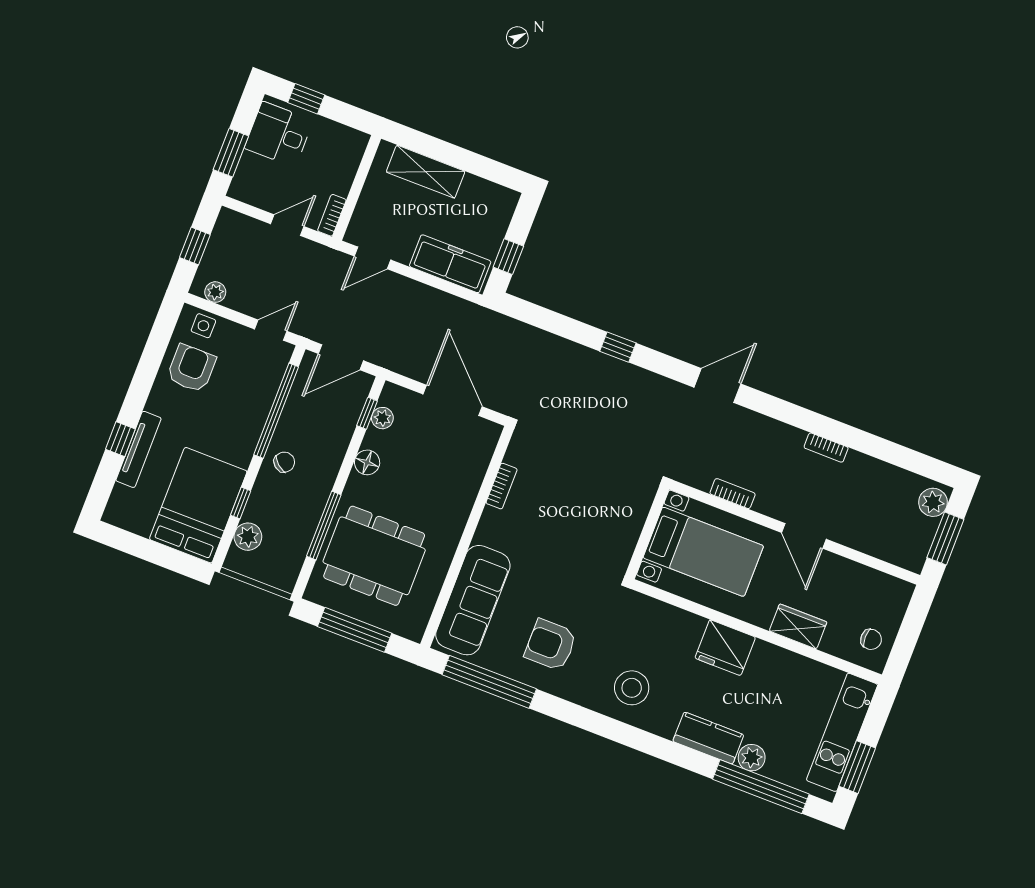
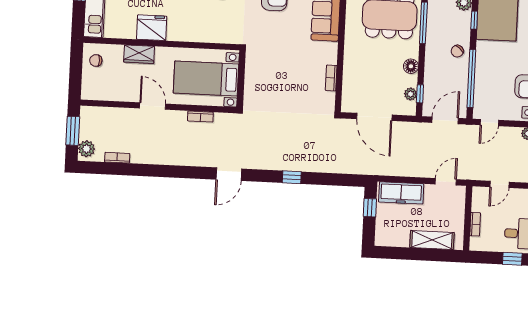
bookcase: (332, 215) -> (475, 224), moved
bookcase: (826, 448) -> (117, 158), moved
fridge: (725, 648) -> (152, 28), moved

